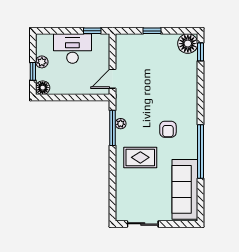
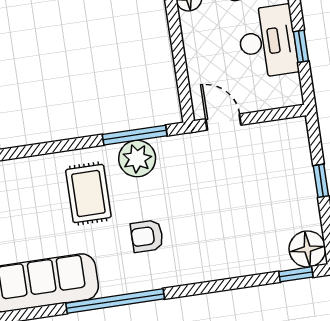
window: (92, 31) -> (301, 46), moved
plant: (121, 124) -> (137, 159), width x1.88, depth x1.88

